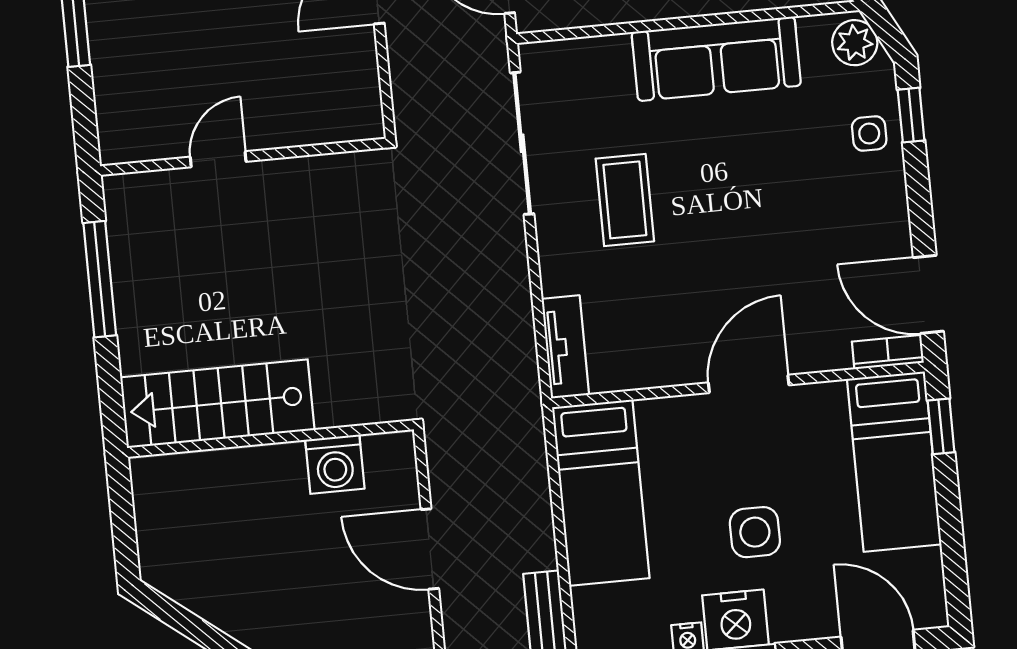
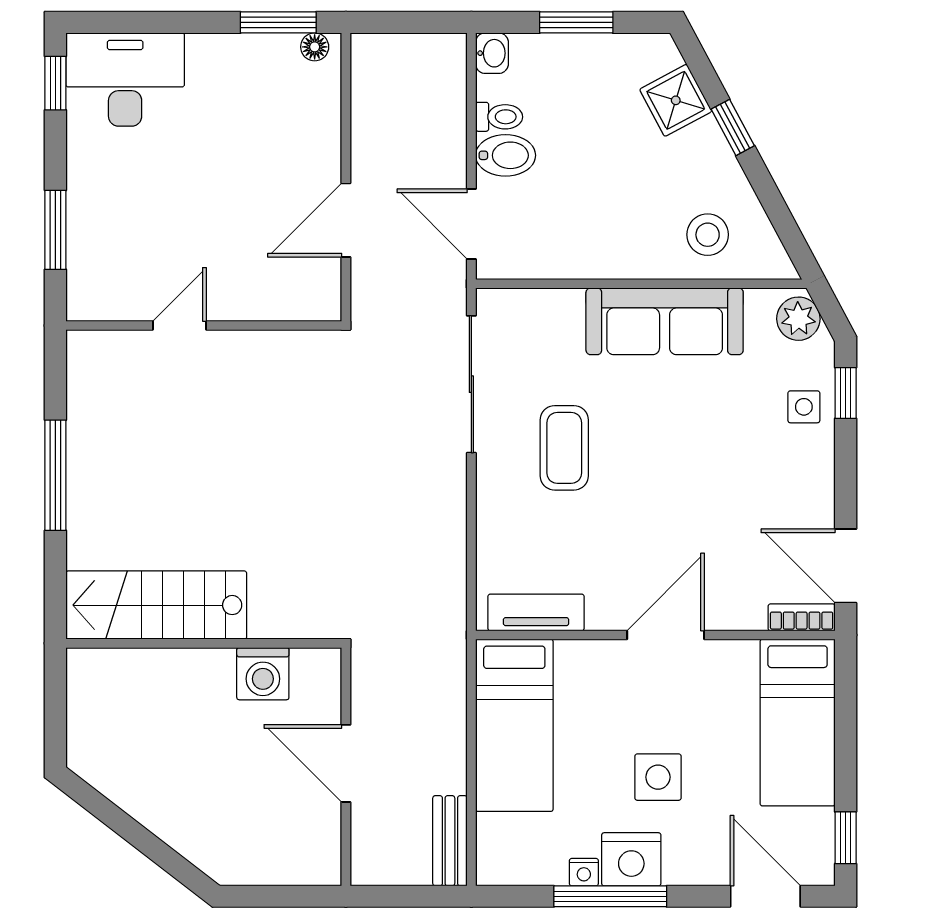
wall: (243, 157) -> (204, 326), moved
door: (218, 159) -> (179, 326), moved
tv unit: (565, 347) -> (536, 612), moved, turned -90
window: (941, 426) -> (846, 838), moved

